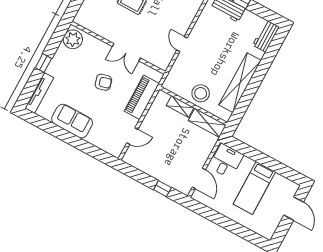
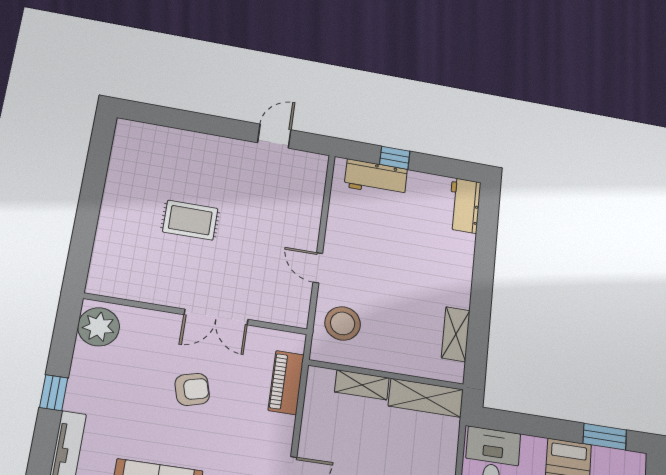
shelving: (240, 83) -> (456, 334), width x0.45, depth x0.75
stool: (201, 93) -> (343, 323), moved
piano: (142, 97) -> (286, 382), width x0.73, depth x0.75
window: (284, 170) -> (605, 437), added

